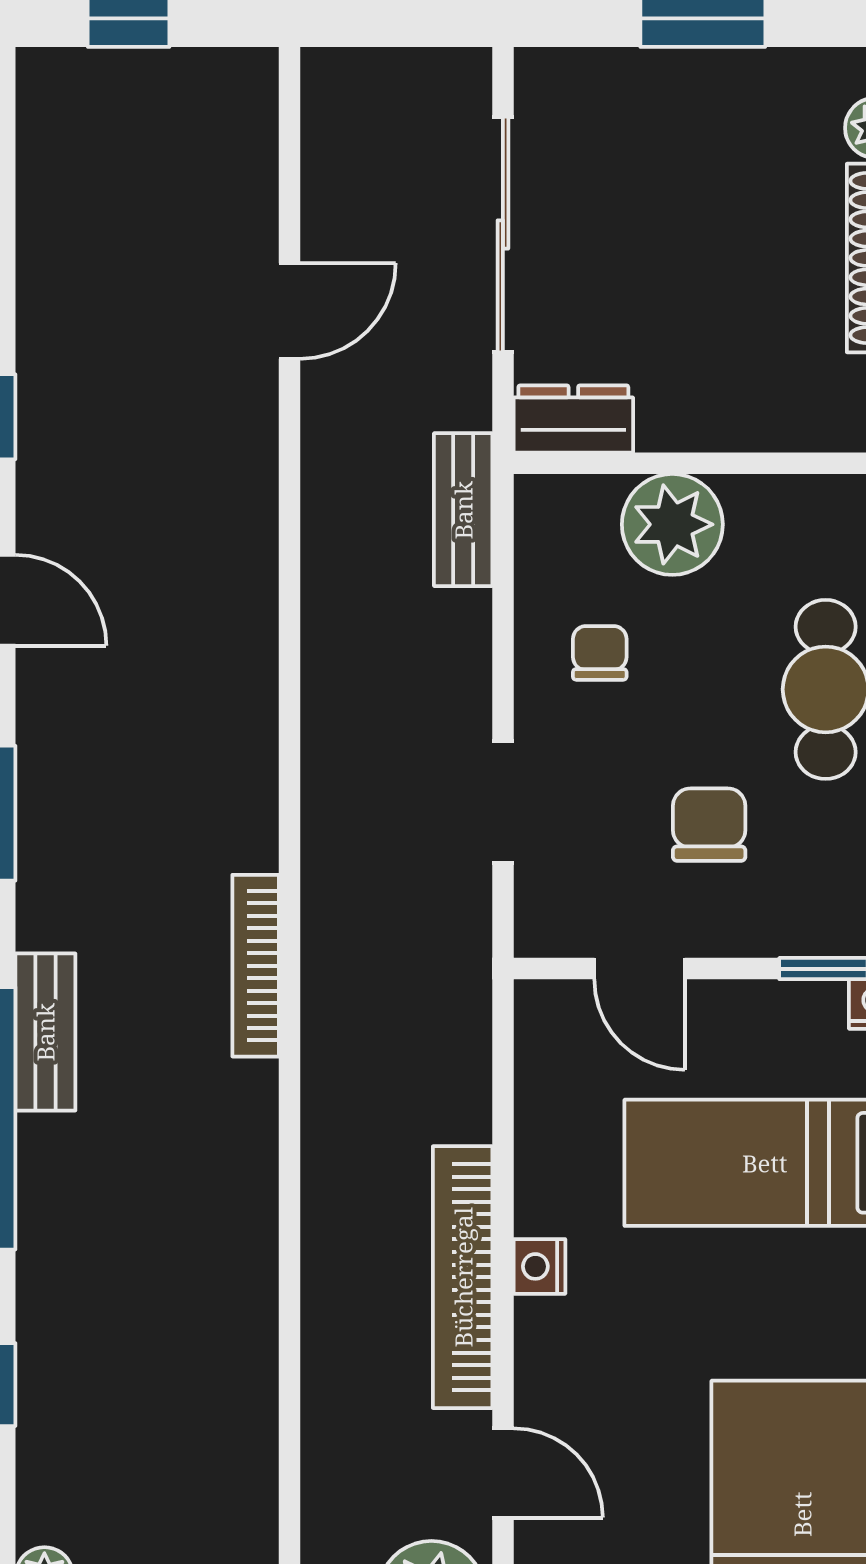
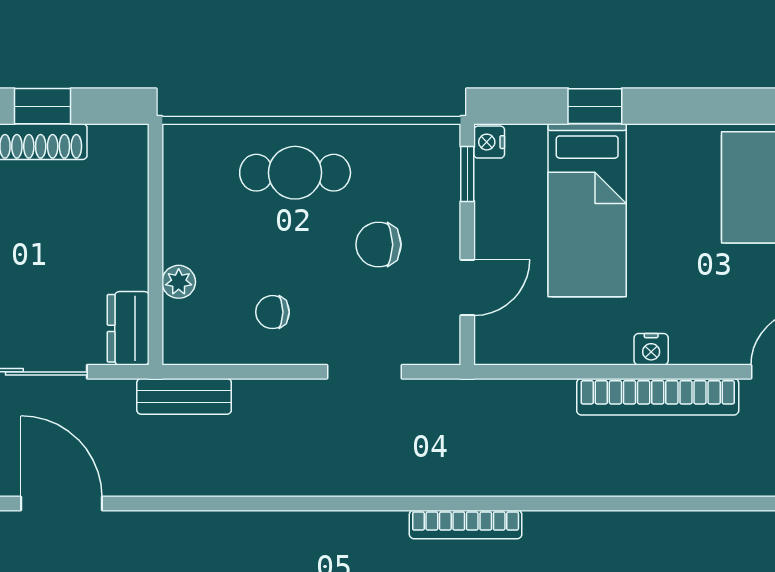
door: (289, 311) -> (62, 504), width x1.38
plant: (672, 524) -> (179, 282), width x0.53, depth x0.53

